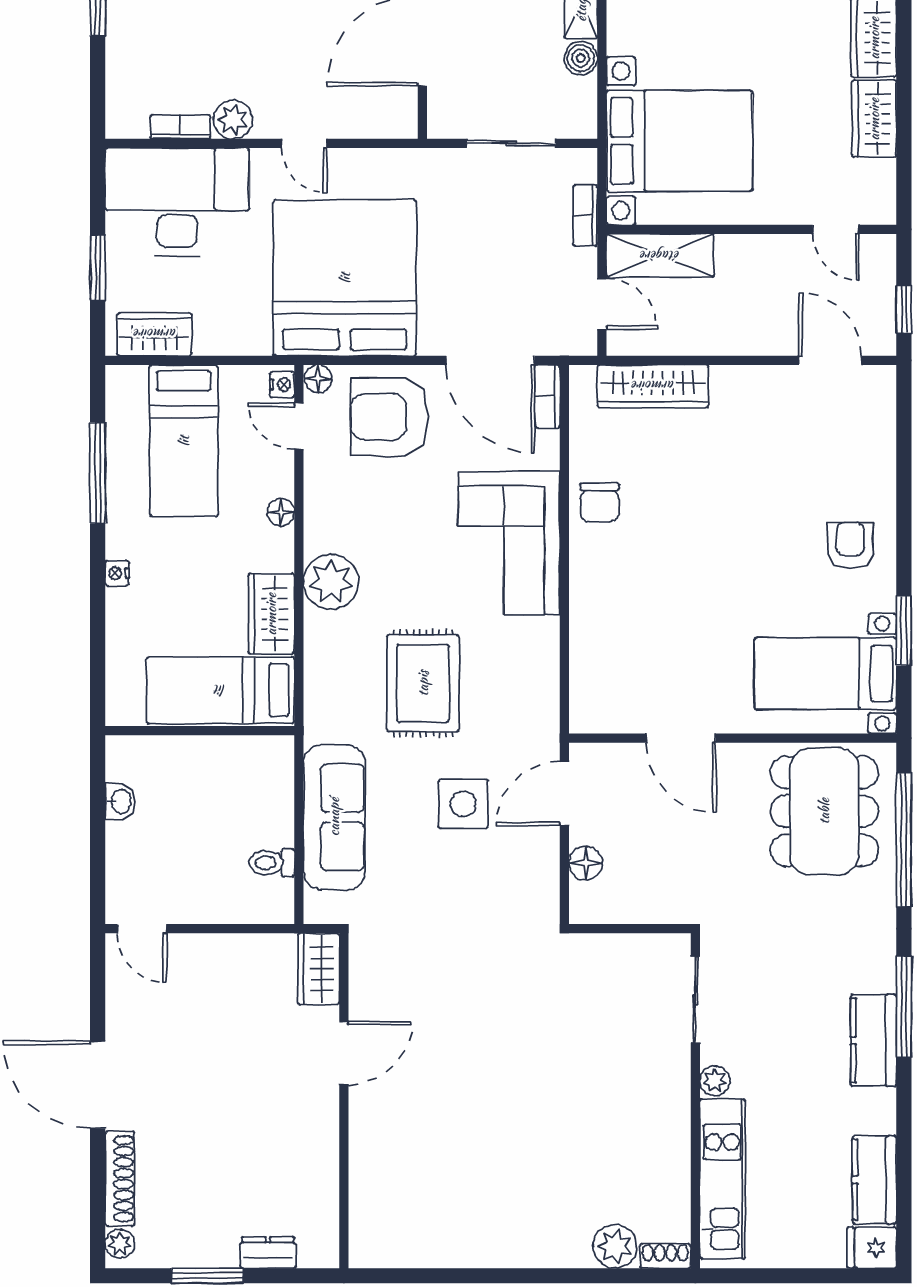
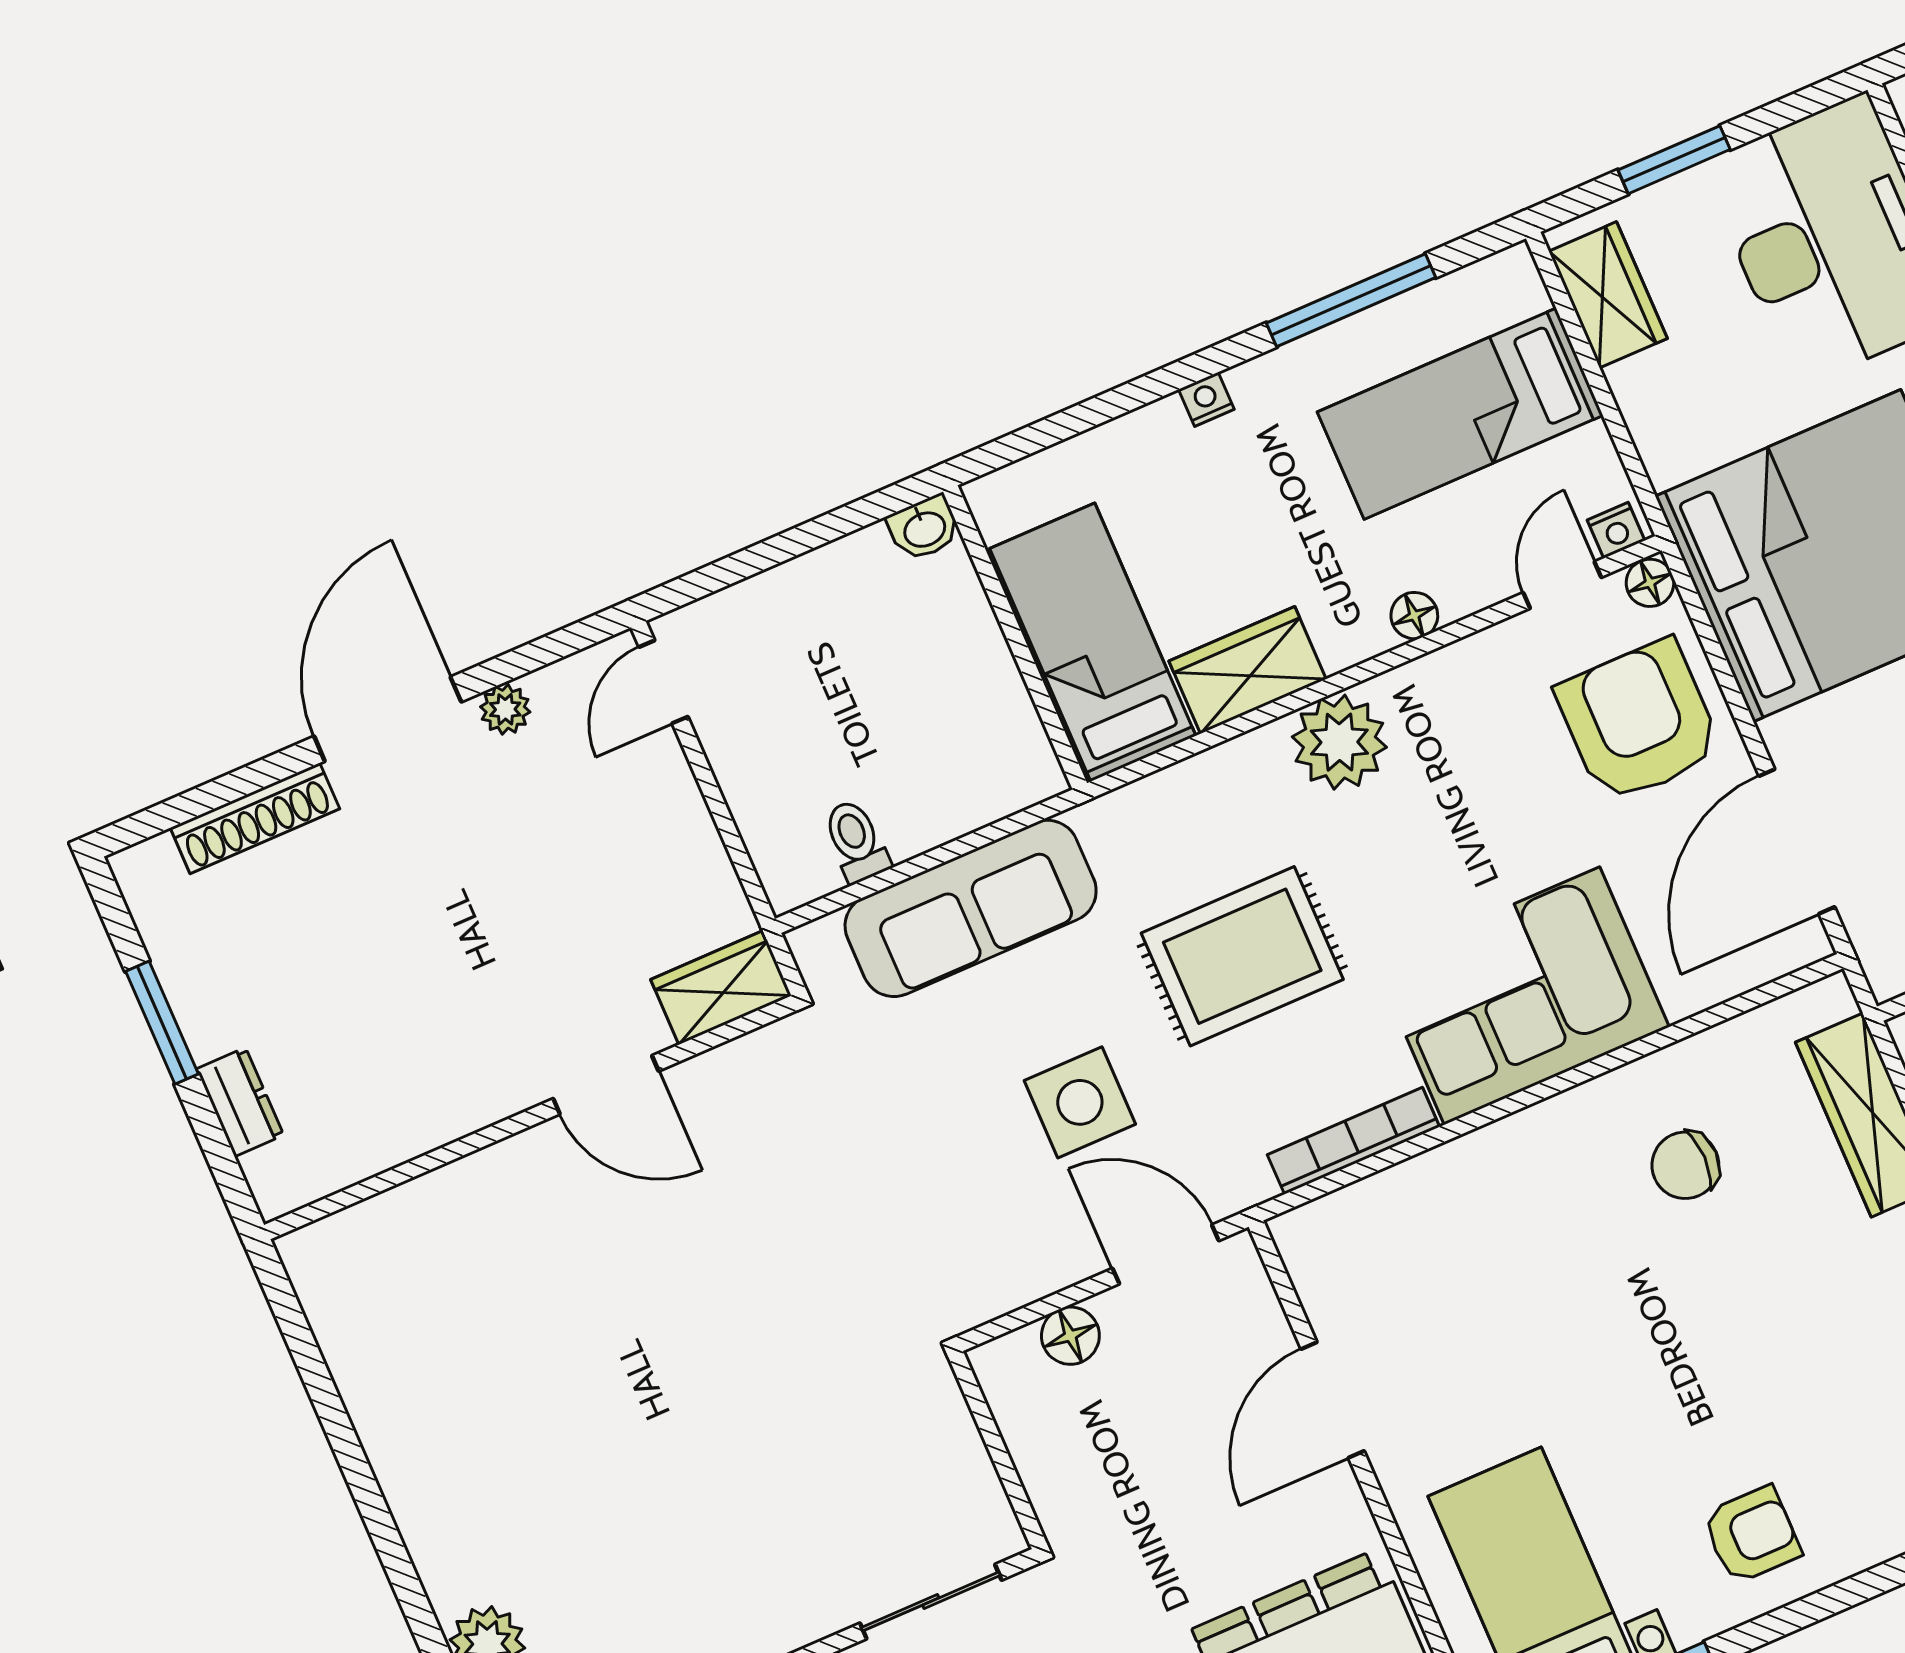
bookcase: (547, 396) -> (1353, 1141), moved, width x1.56
chair: (600, 502) -> (1685, 1165), moved
washbasin: (120, 801) -> (924, 528), moved
plant: (120, 1244) -> (505, 709), moved

